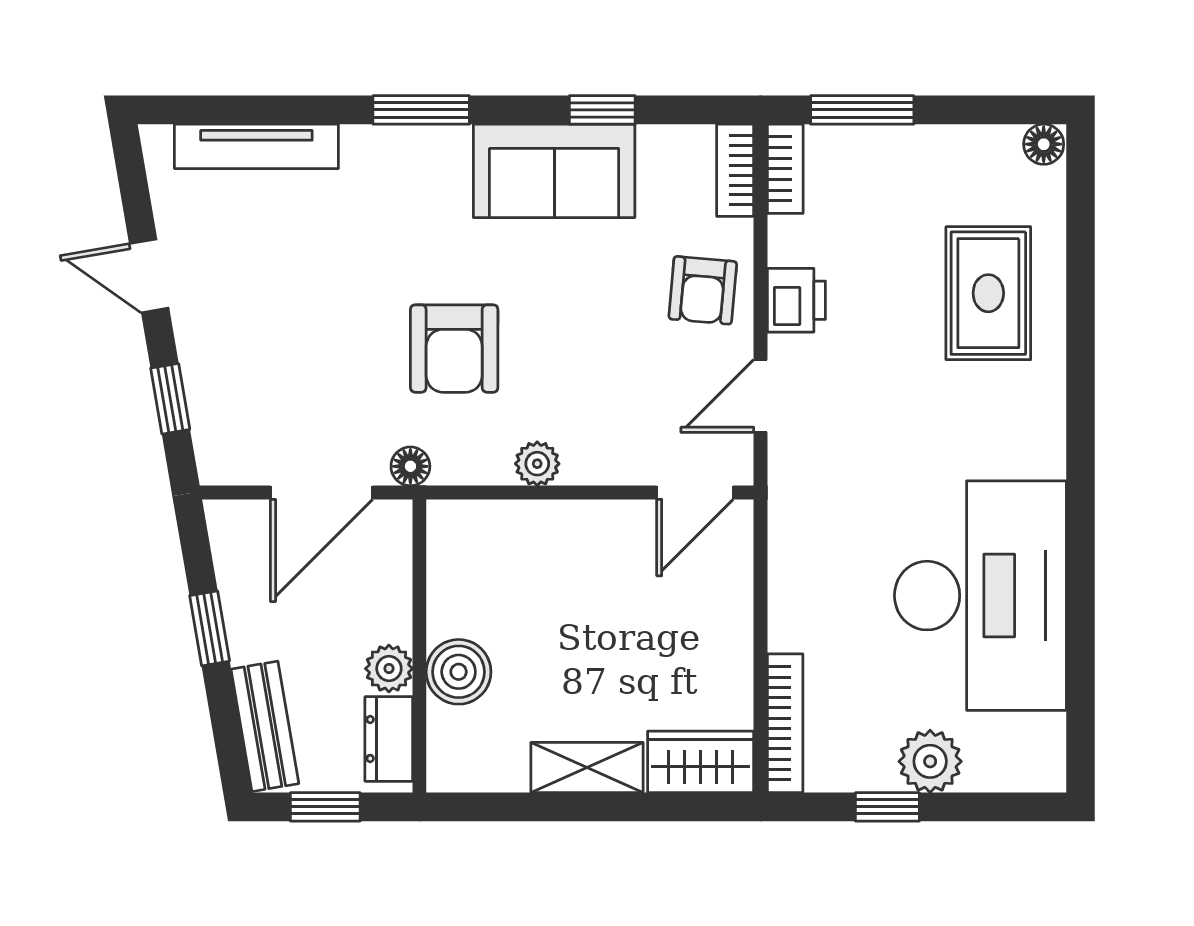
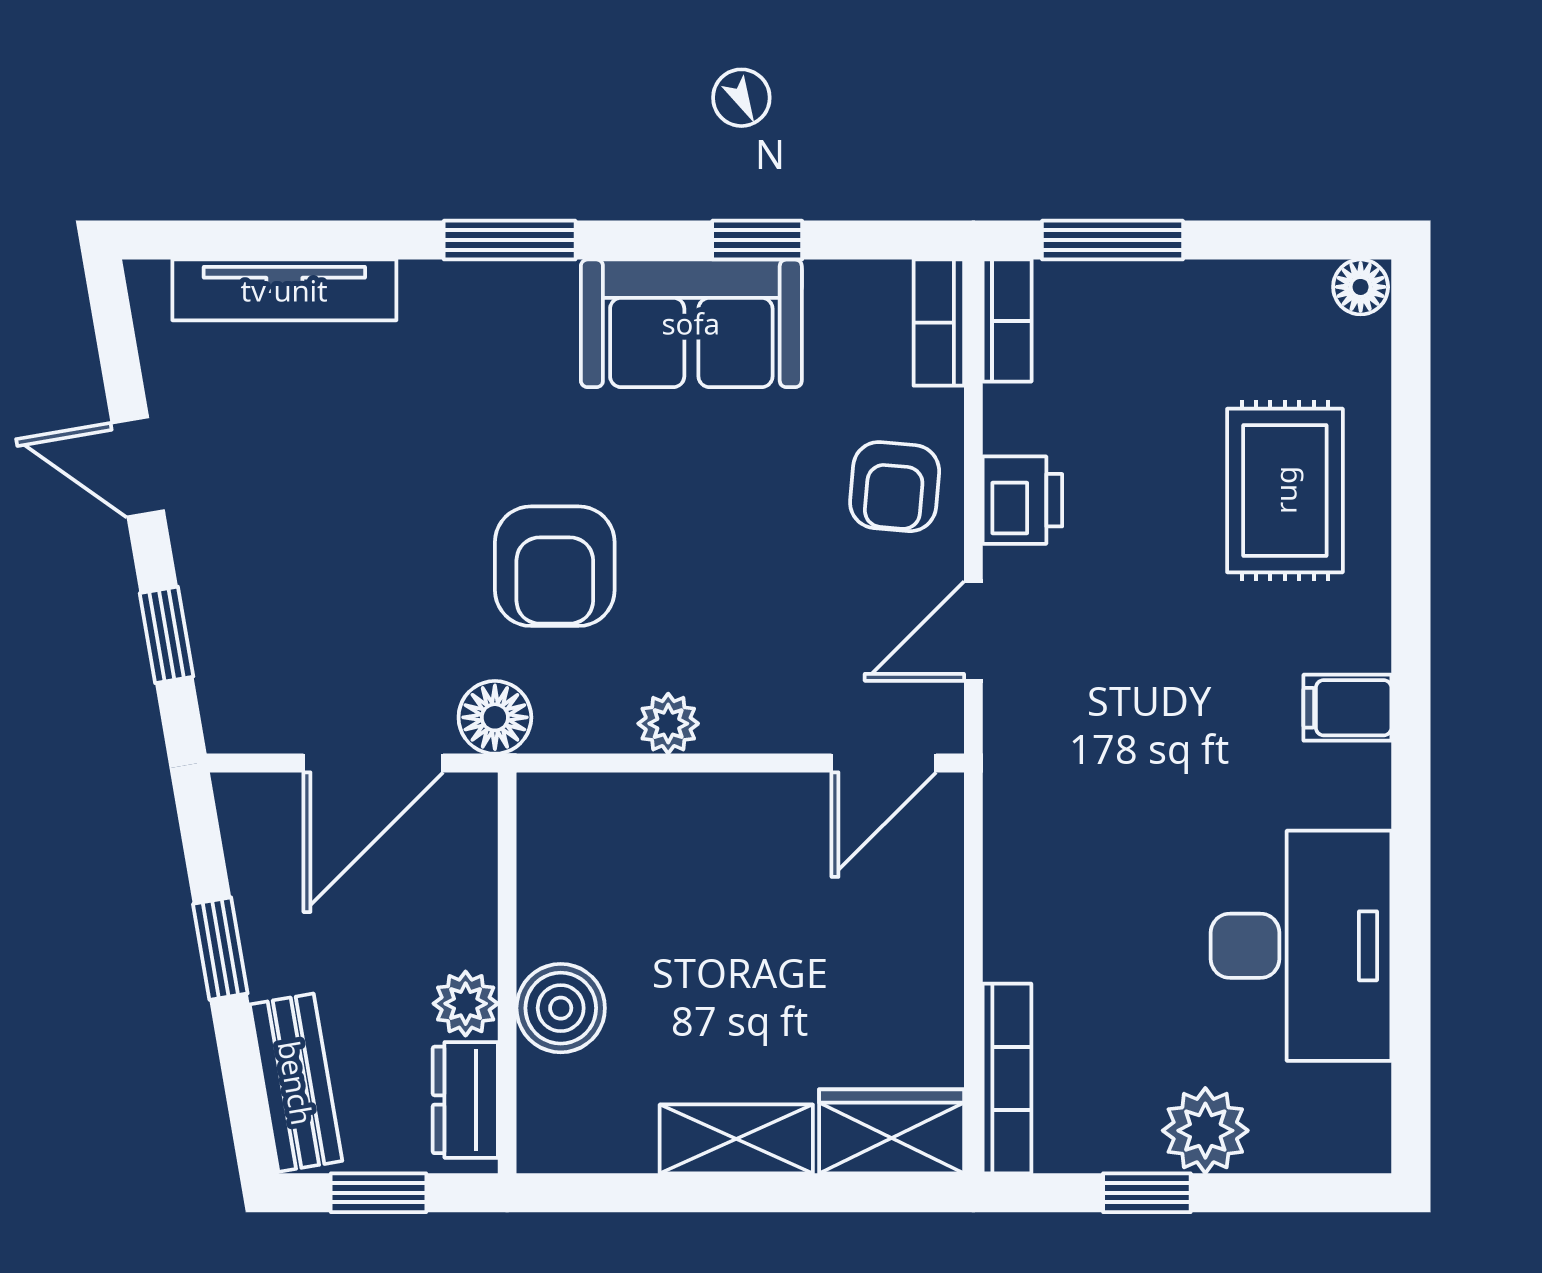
filing cabinet: (1034, 452) -> (1347, 708), added
floor lamp: (410, 466) -> (495, 717), width x1.37, depth x1.37
desk: (980, 596) -> (1301, 946), width x0.73, depth x0.77

